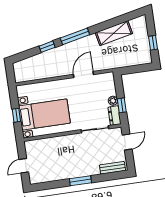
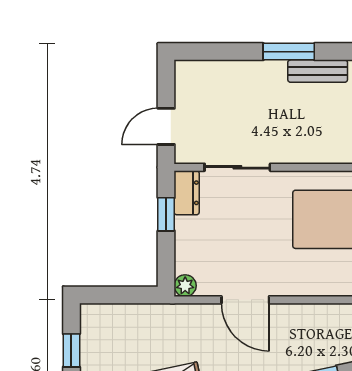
door: (83, 74) -> (245, 300), hinge flipped
plant: (113, 101) -> (185, 286), moved
bench: (113, 168) -> (318, 71), moved

